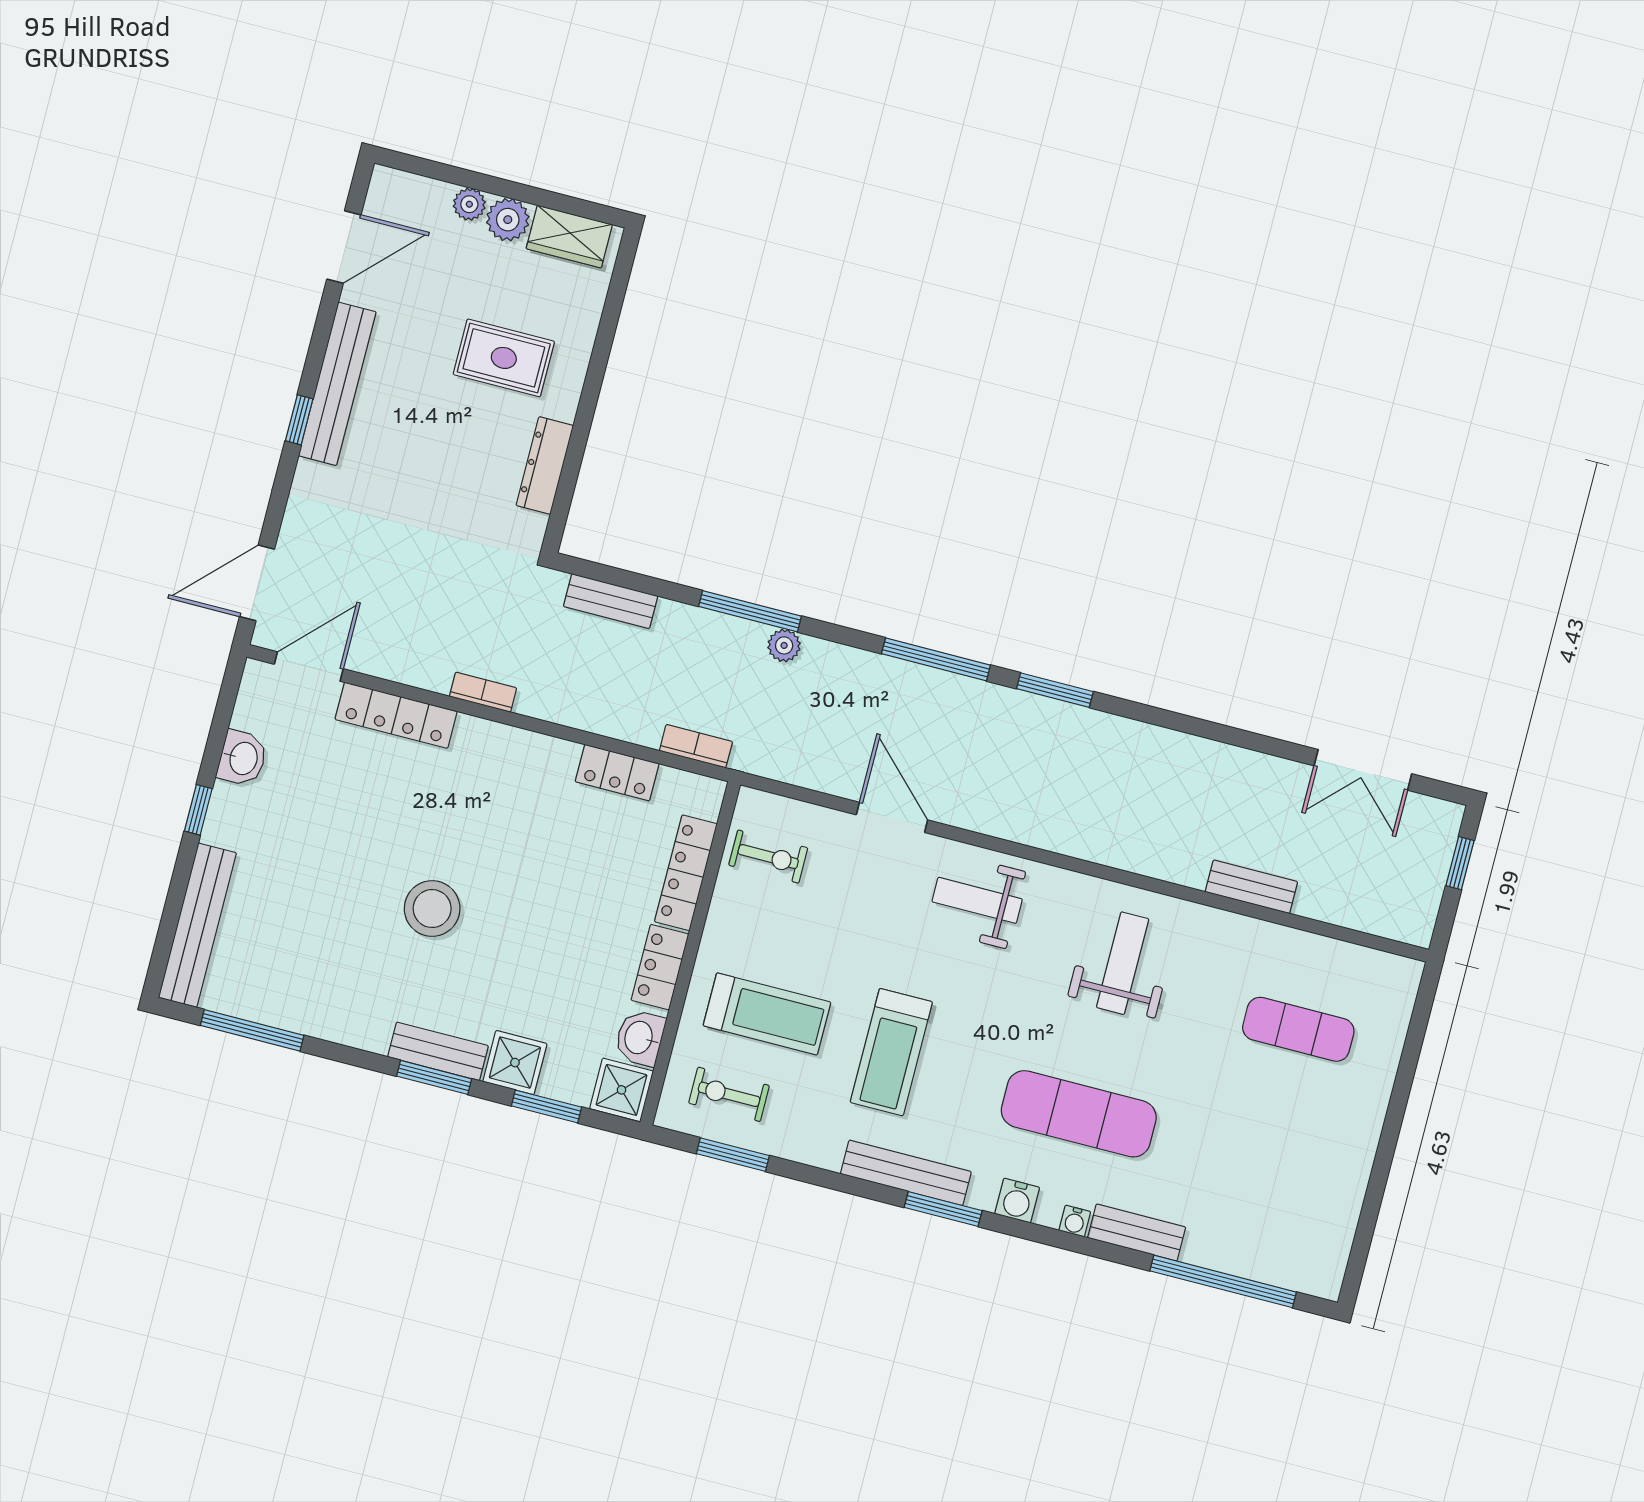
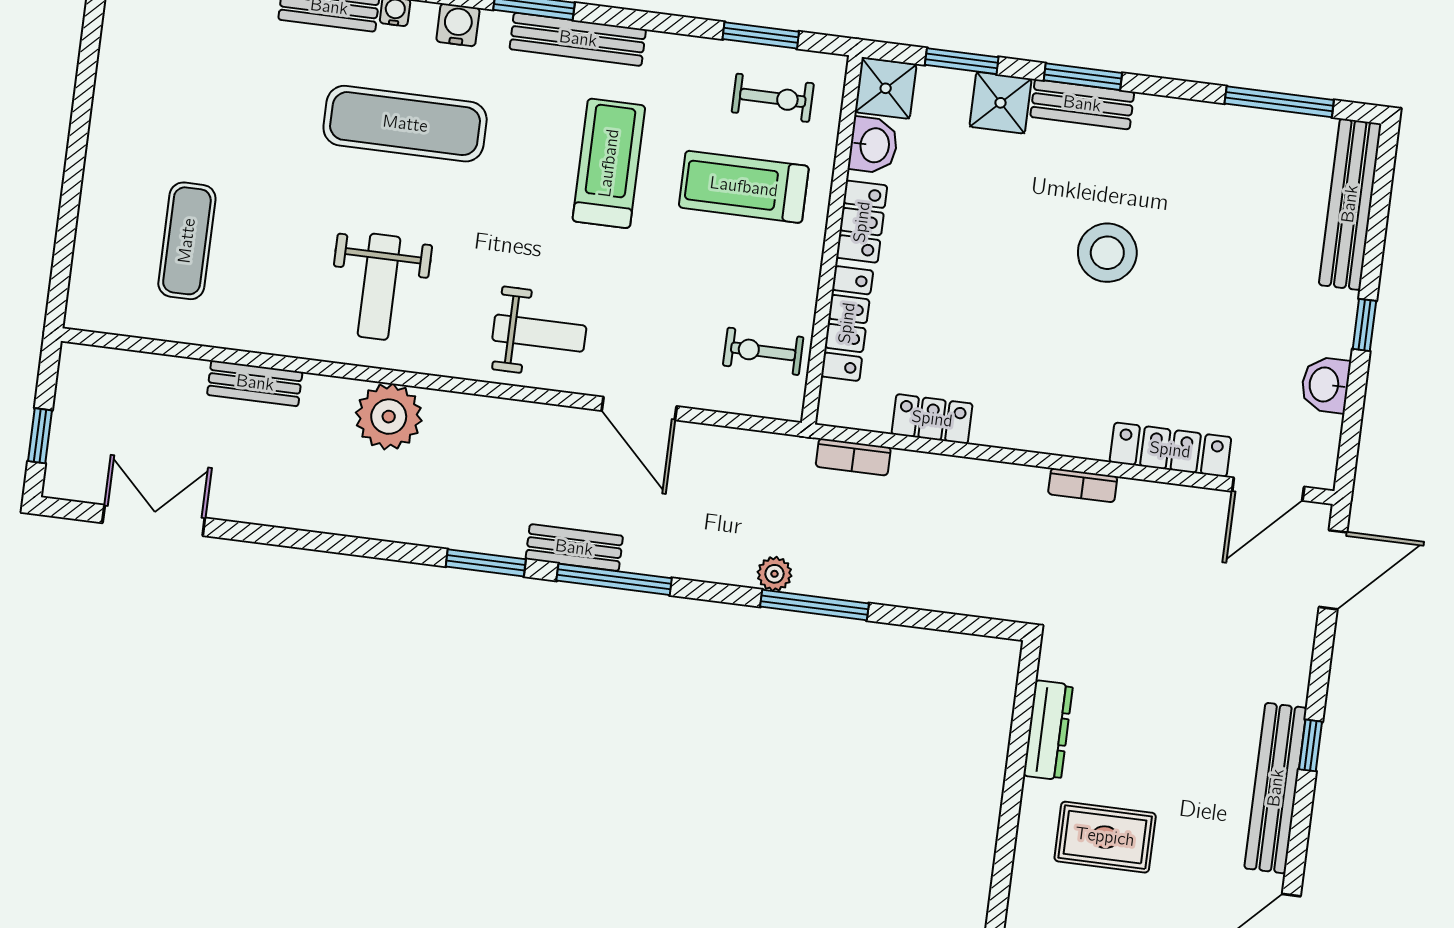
bench: (611, 601) -> (574, 548), moved
plant: (1129, 840) -> (389, 417), added
exercise mat: (1298, 1029) -> (187, 241), turned 90

